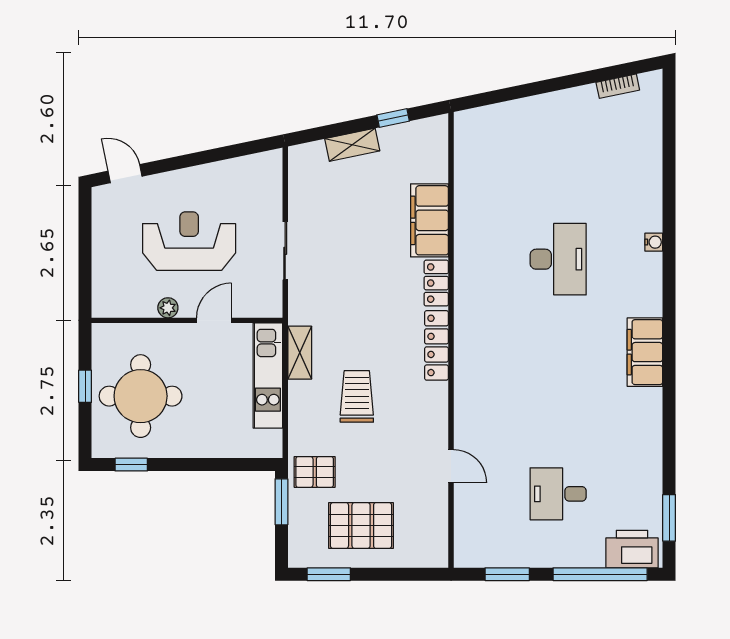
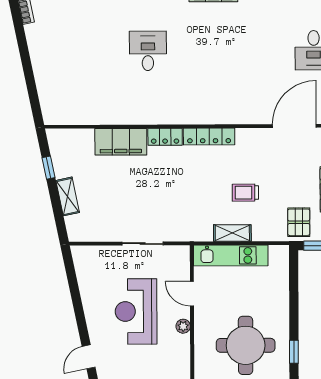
desk: (558, 259) -> (148, 51), width x0.73
shelving: (300, 353) -> (232, 233), moved
trolley: (357, 396) -> (245, 193), width x0.73, depth x0.72
door: (451, 466) -> (294, 126), width x1.87

